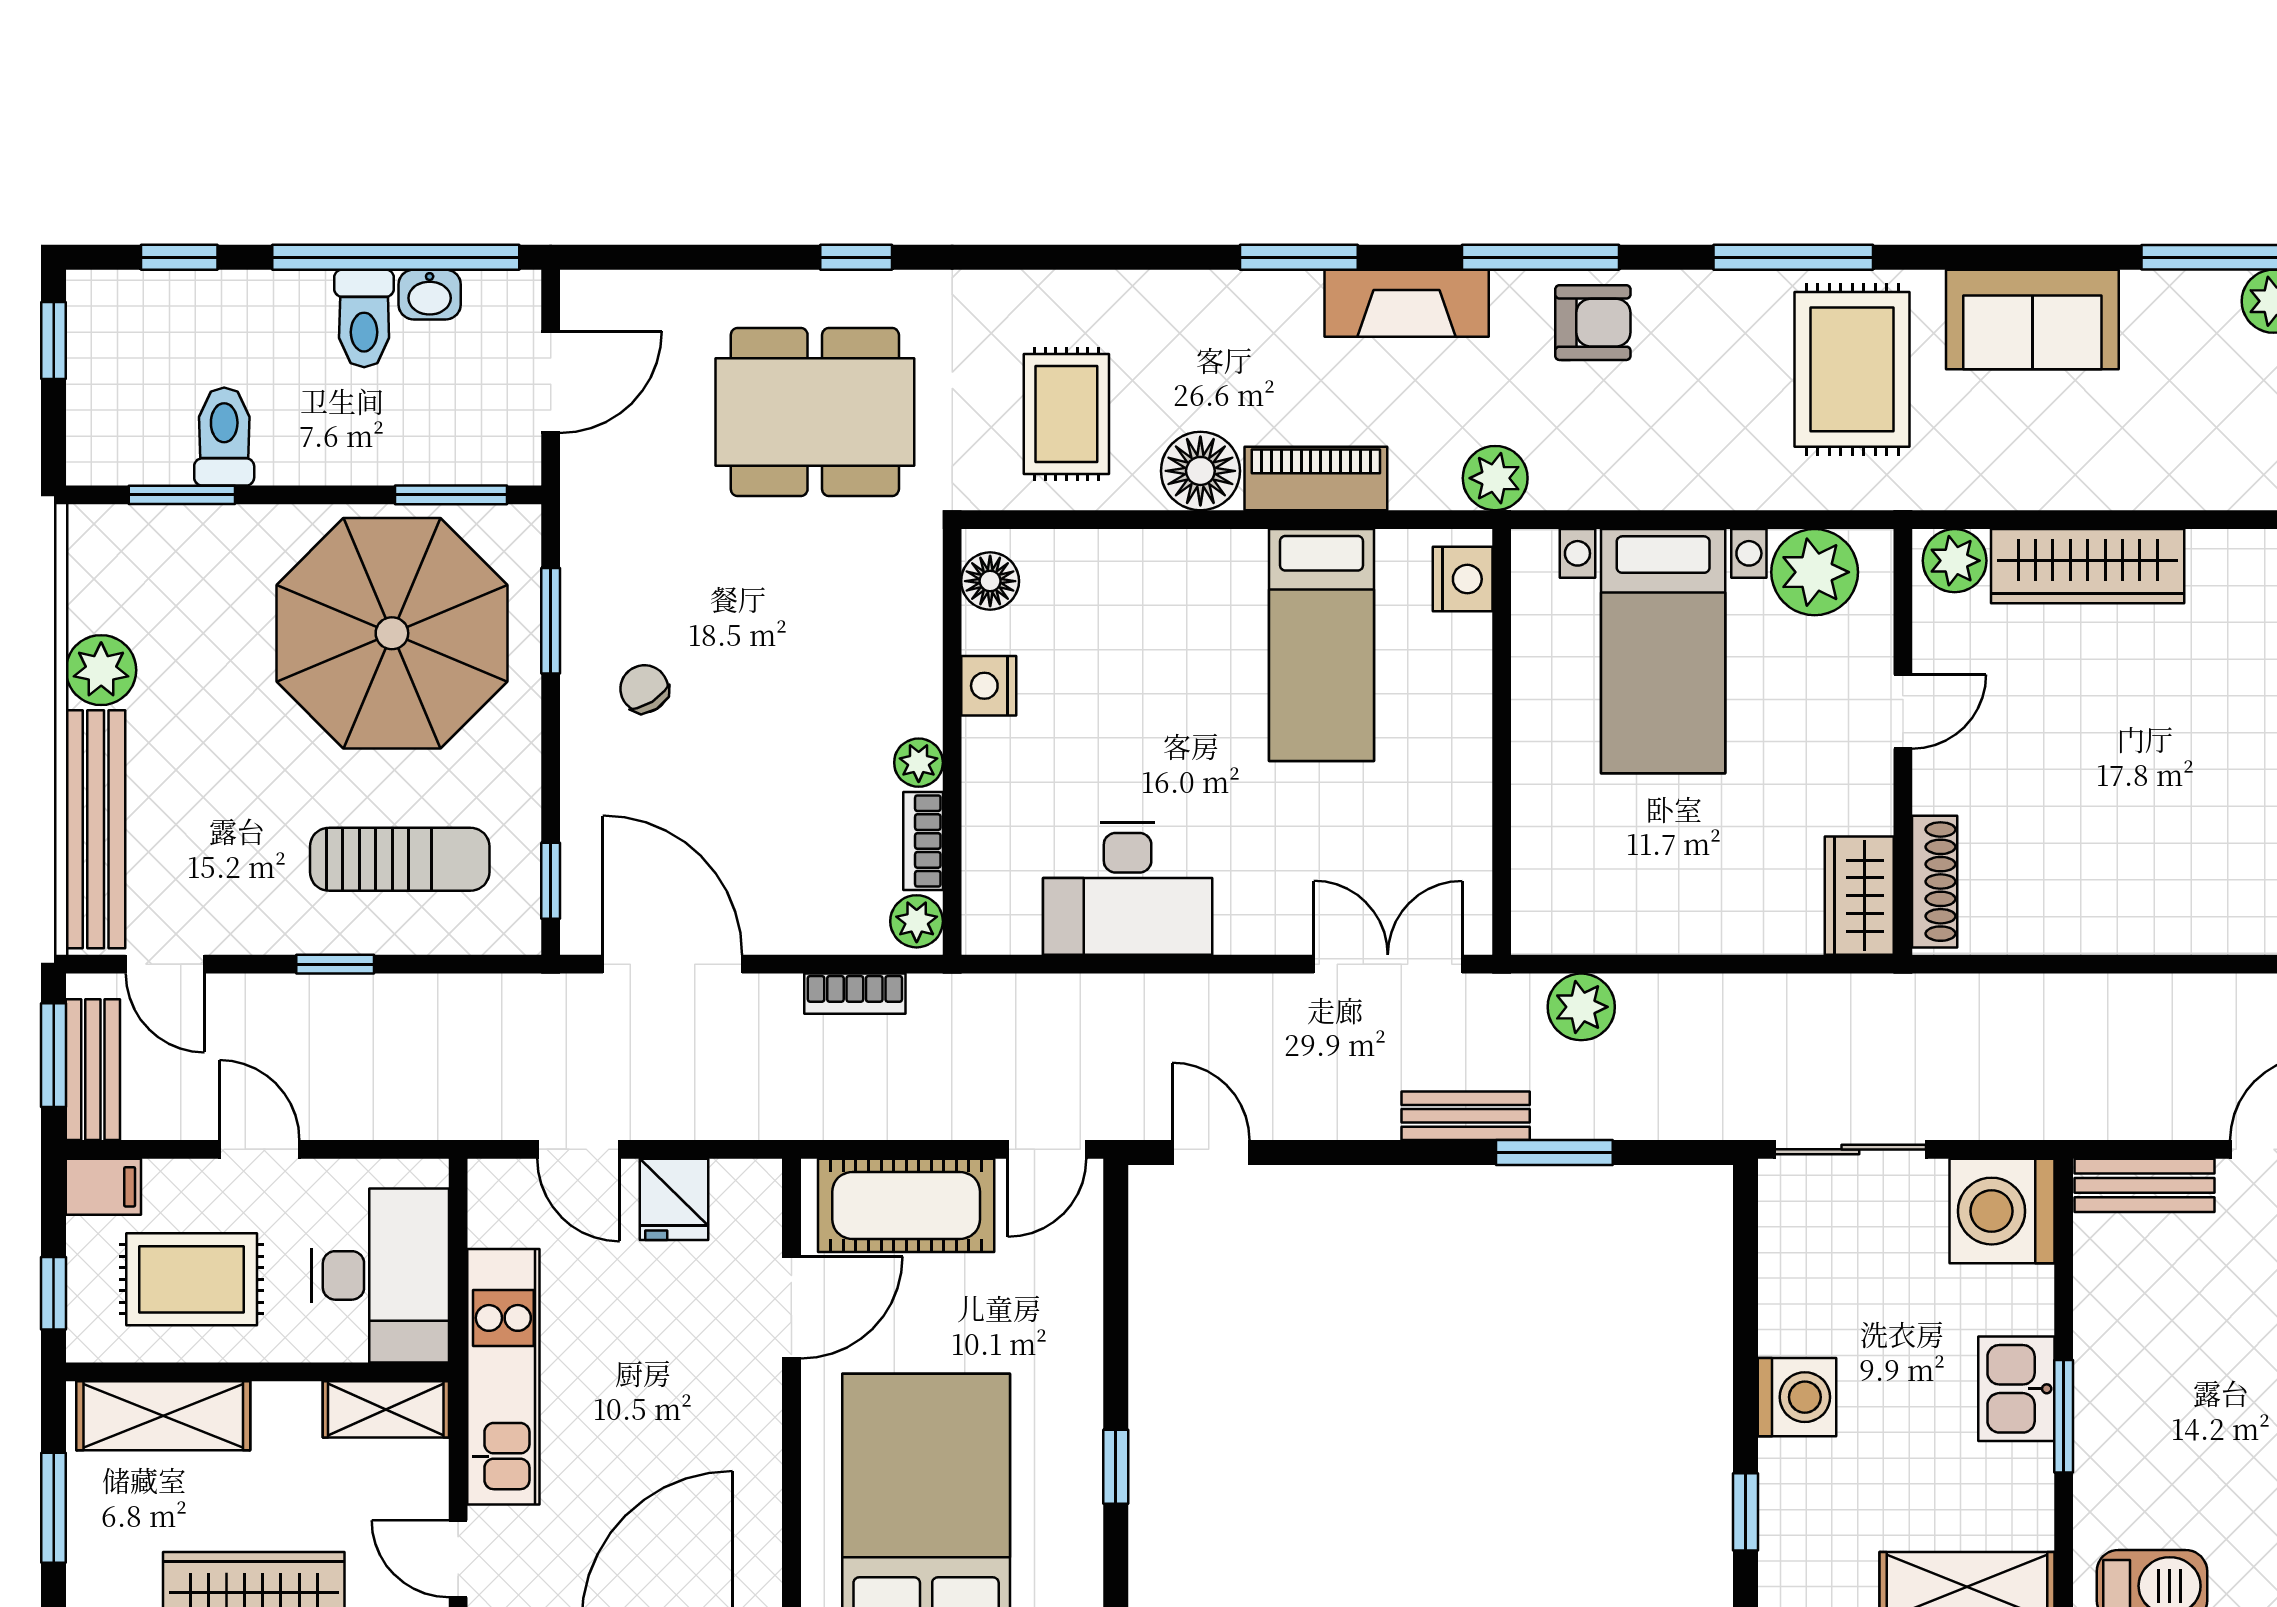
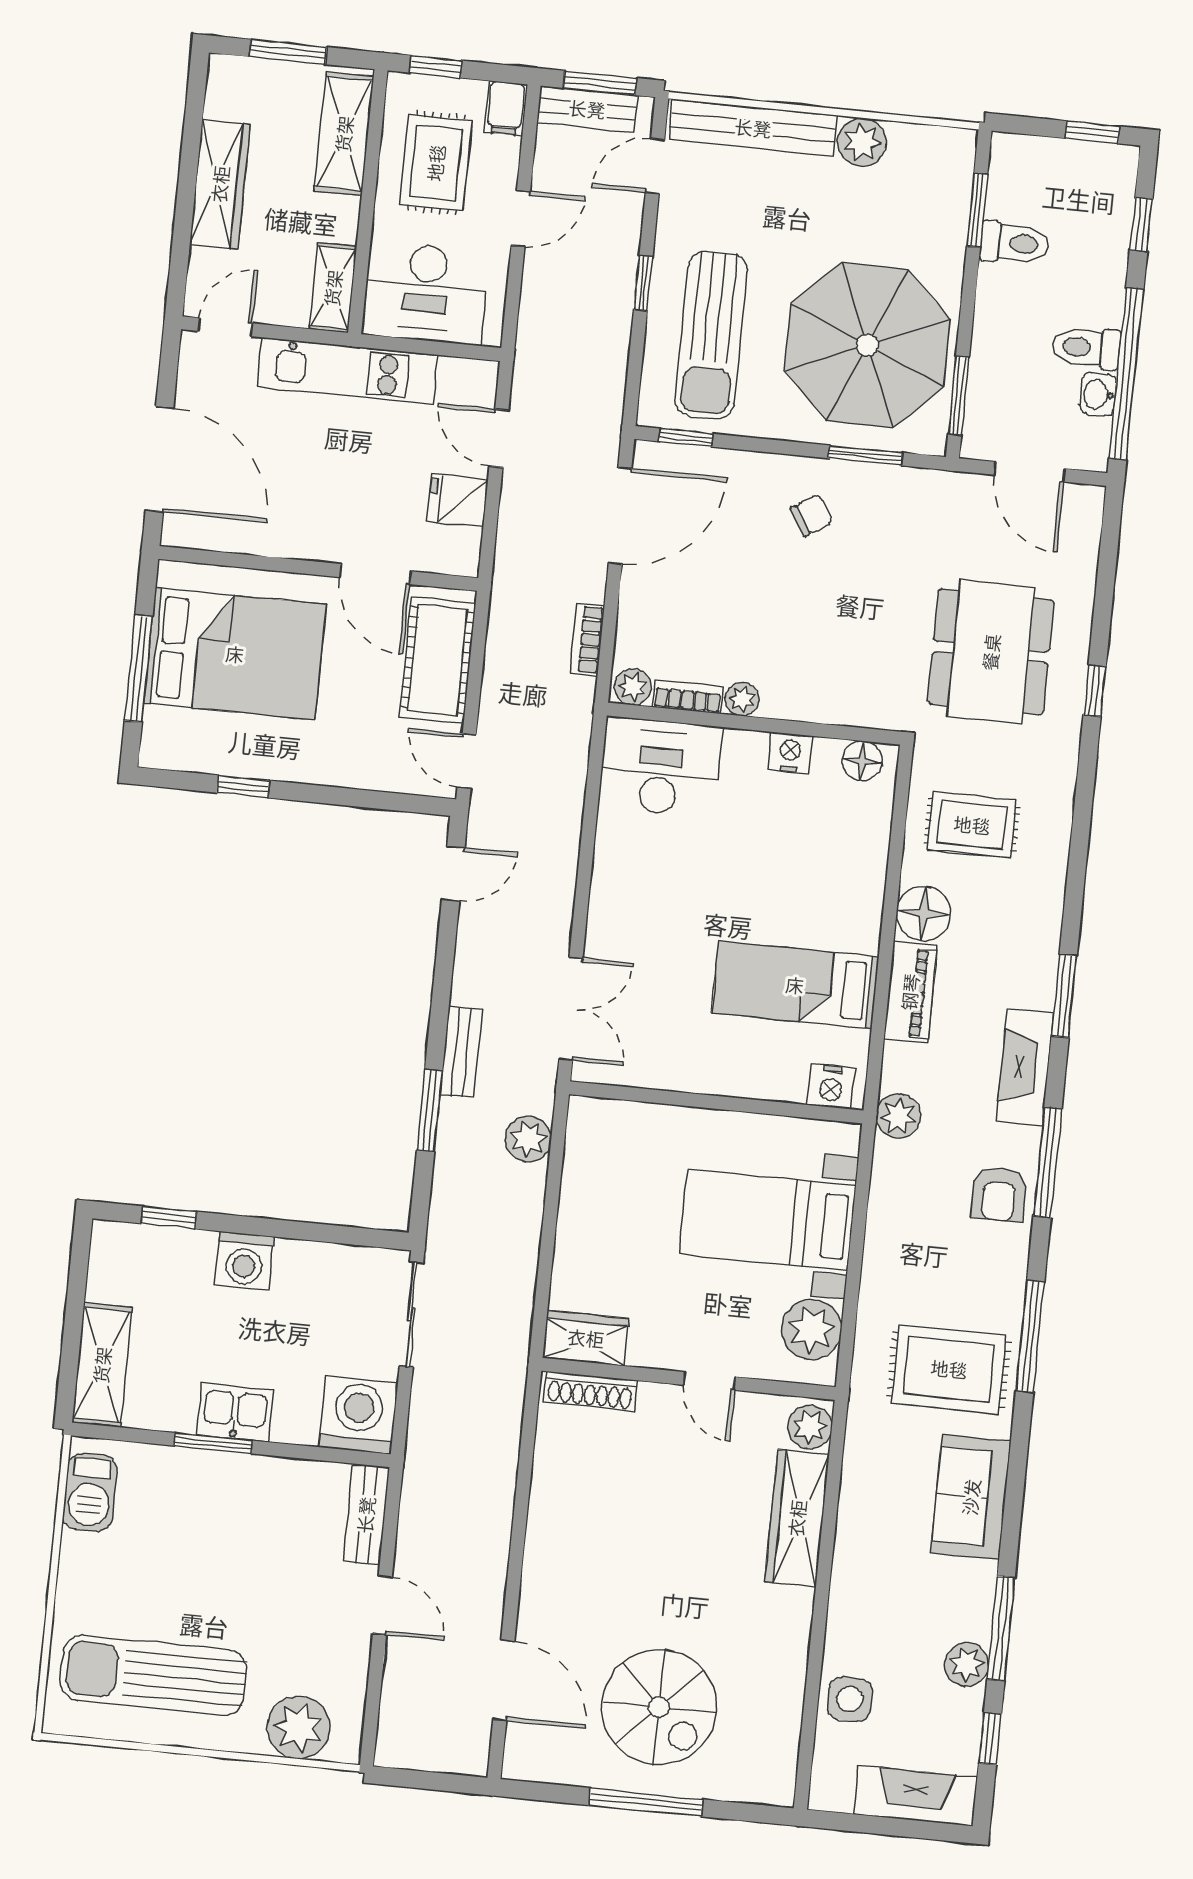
sun lounger: (400, 859) -> (711, 335), width x1.36, depth x1.34
desk: (1128, 889) -> (660, 767), moved, turned 90
door: (578, 1149) -> (499, 438), hinge flipped

